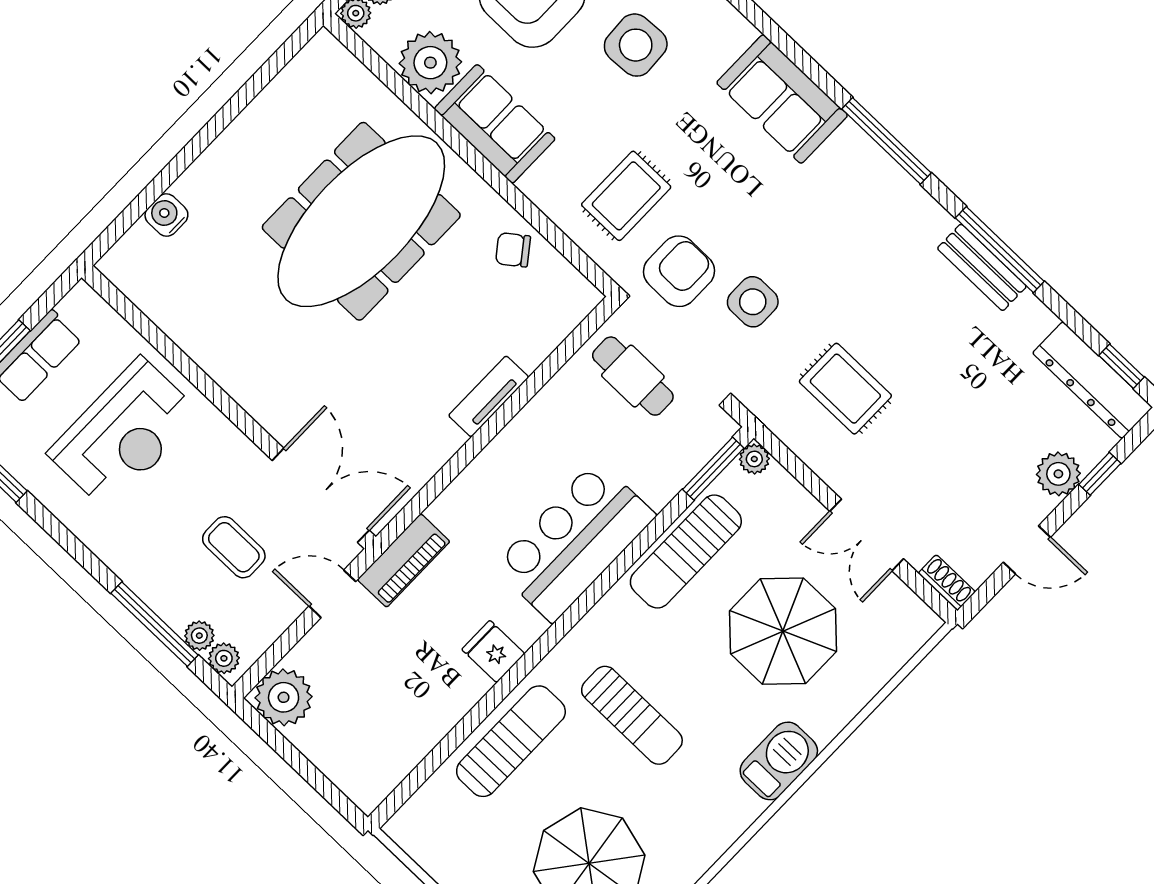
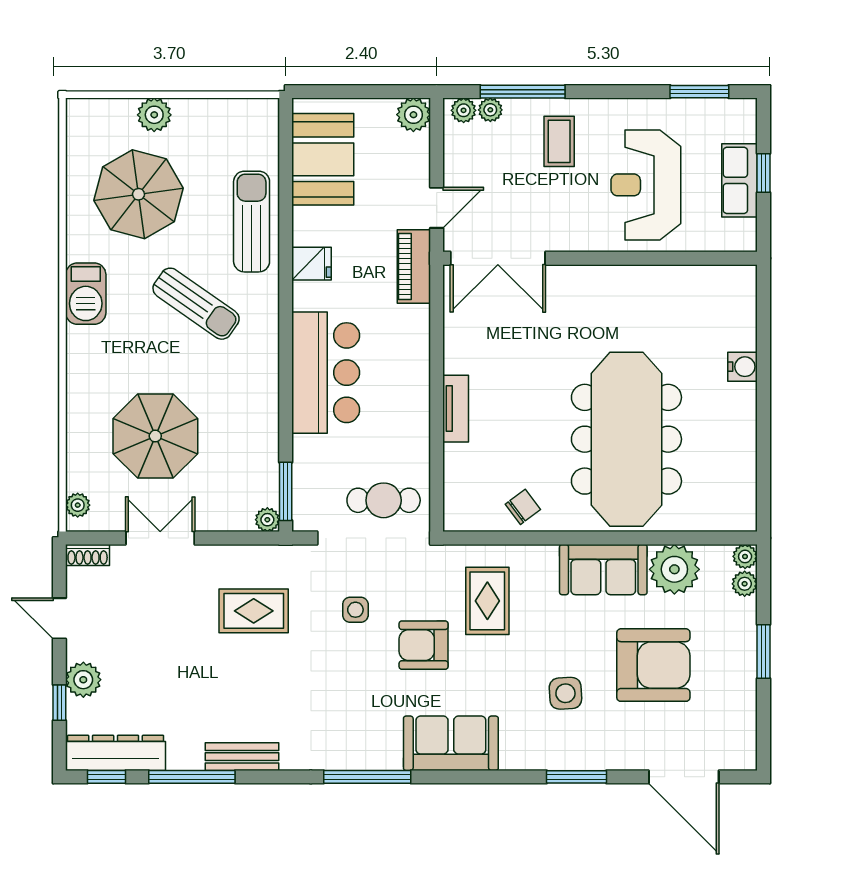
side table: (636, 45) -> (565, 693), width x0.73, depth x0.73
water cooler: (166, 215) -> (743, 367), moved
window: (1000, 250) -> (192, 777), moved
armchair: (679, 271) -> (424, 645), moved, turned 90
side table: (753, 302) -> (355, 610), width x0.73, depth x0.73
coffee table: (234, 547) -> (559, 141), moved, turned 90
door: (1027, 550) -> (59, 618), hinge flipped
sun lounger: (686, 551) -> (256, 428), removed
plant: (913, 636) -> (78, 505), added
plant: (284, 697) -> (413, 115), width x0.73, depth x0.73
sun lounger: (632, 715) -> (196, 304), turned -145
booth: (393, 736) -> (323, 159), added
sun lounger: (511, 741) -> (252, 222), turned 180
barbecue: (779, 761) -> (86, 294), moved

